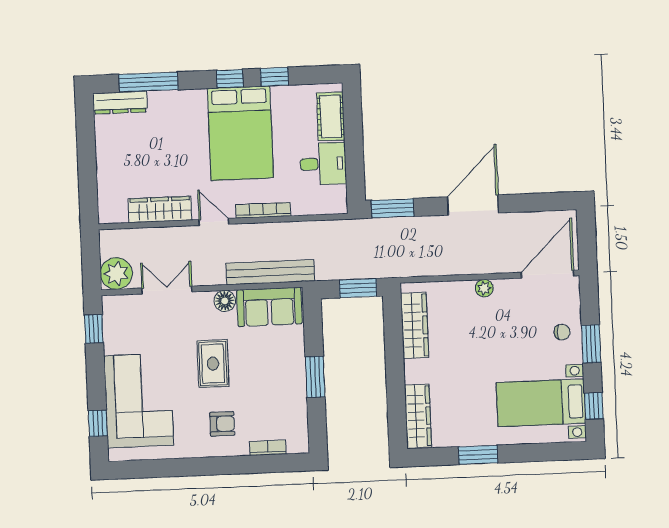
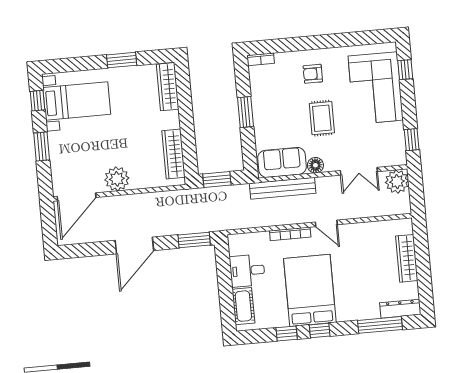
wardrobe: (160, 209) -> (407, 258), moved, turned 90
plant: (484, 288) -> (117, 179), width x1.88, depth x1.88
chair: (562, 332) -> (64, 154), removed
bookcase: (268, 448) -> (261, 59), moved

